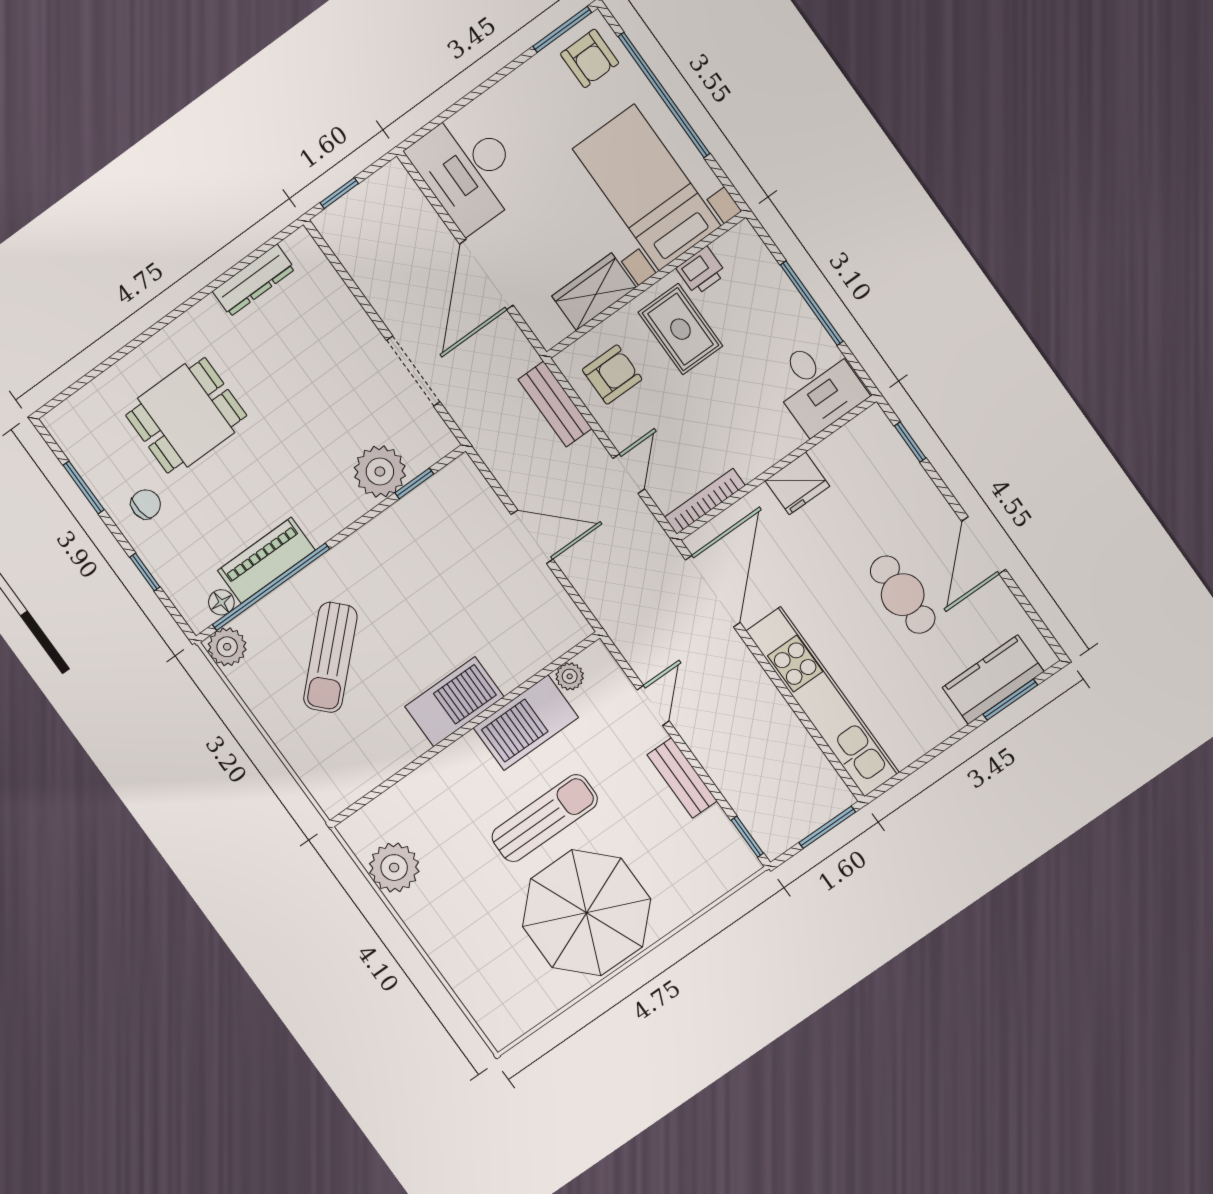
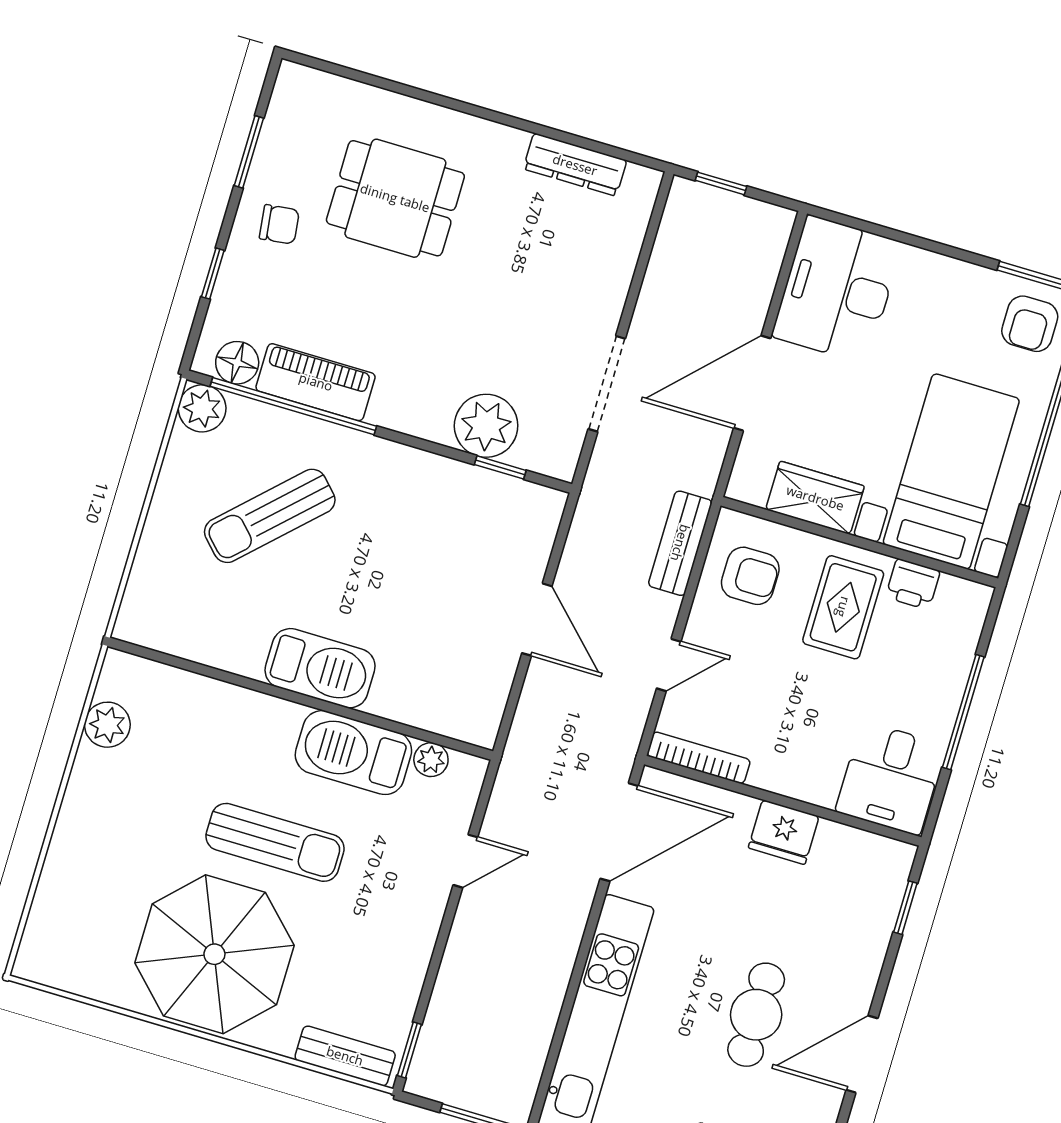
floor lamp: (221, 602) -> (237, 363), width x1.37, depth x1.37
bench: (682, 778) -> (345, 1056), moved, turned 90
plant: (394, 868) -> (107, 725), width x0.73, depth x0.73

